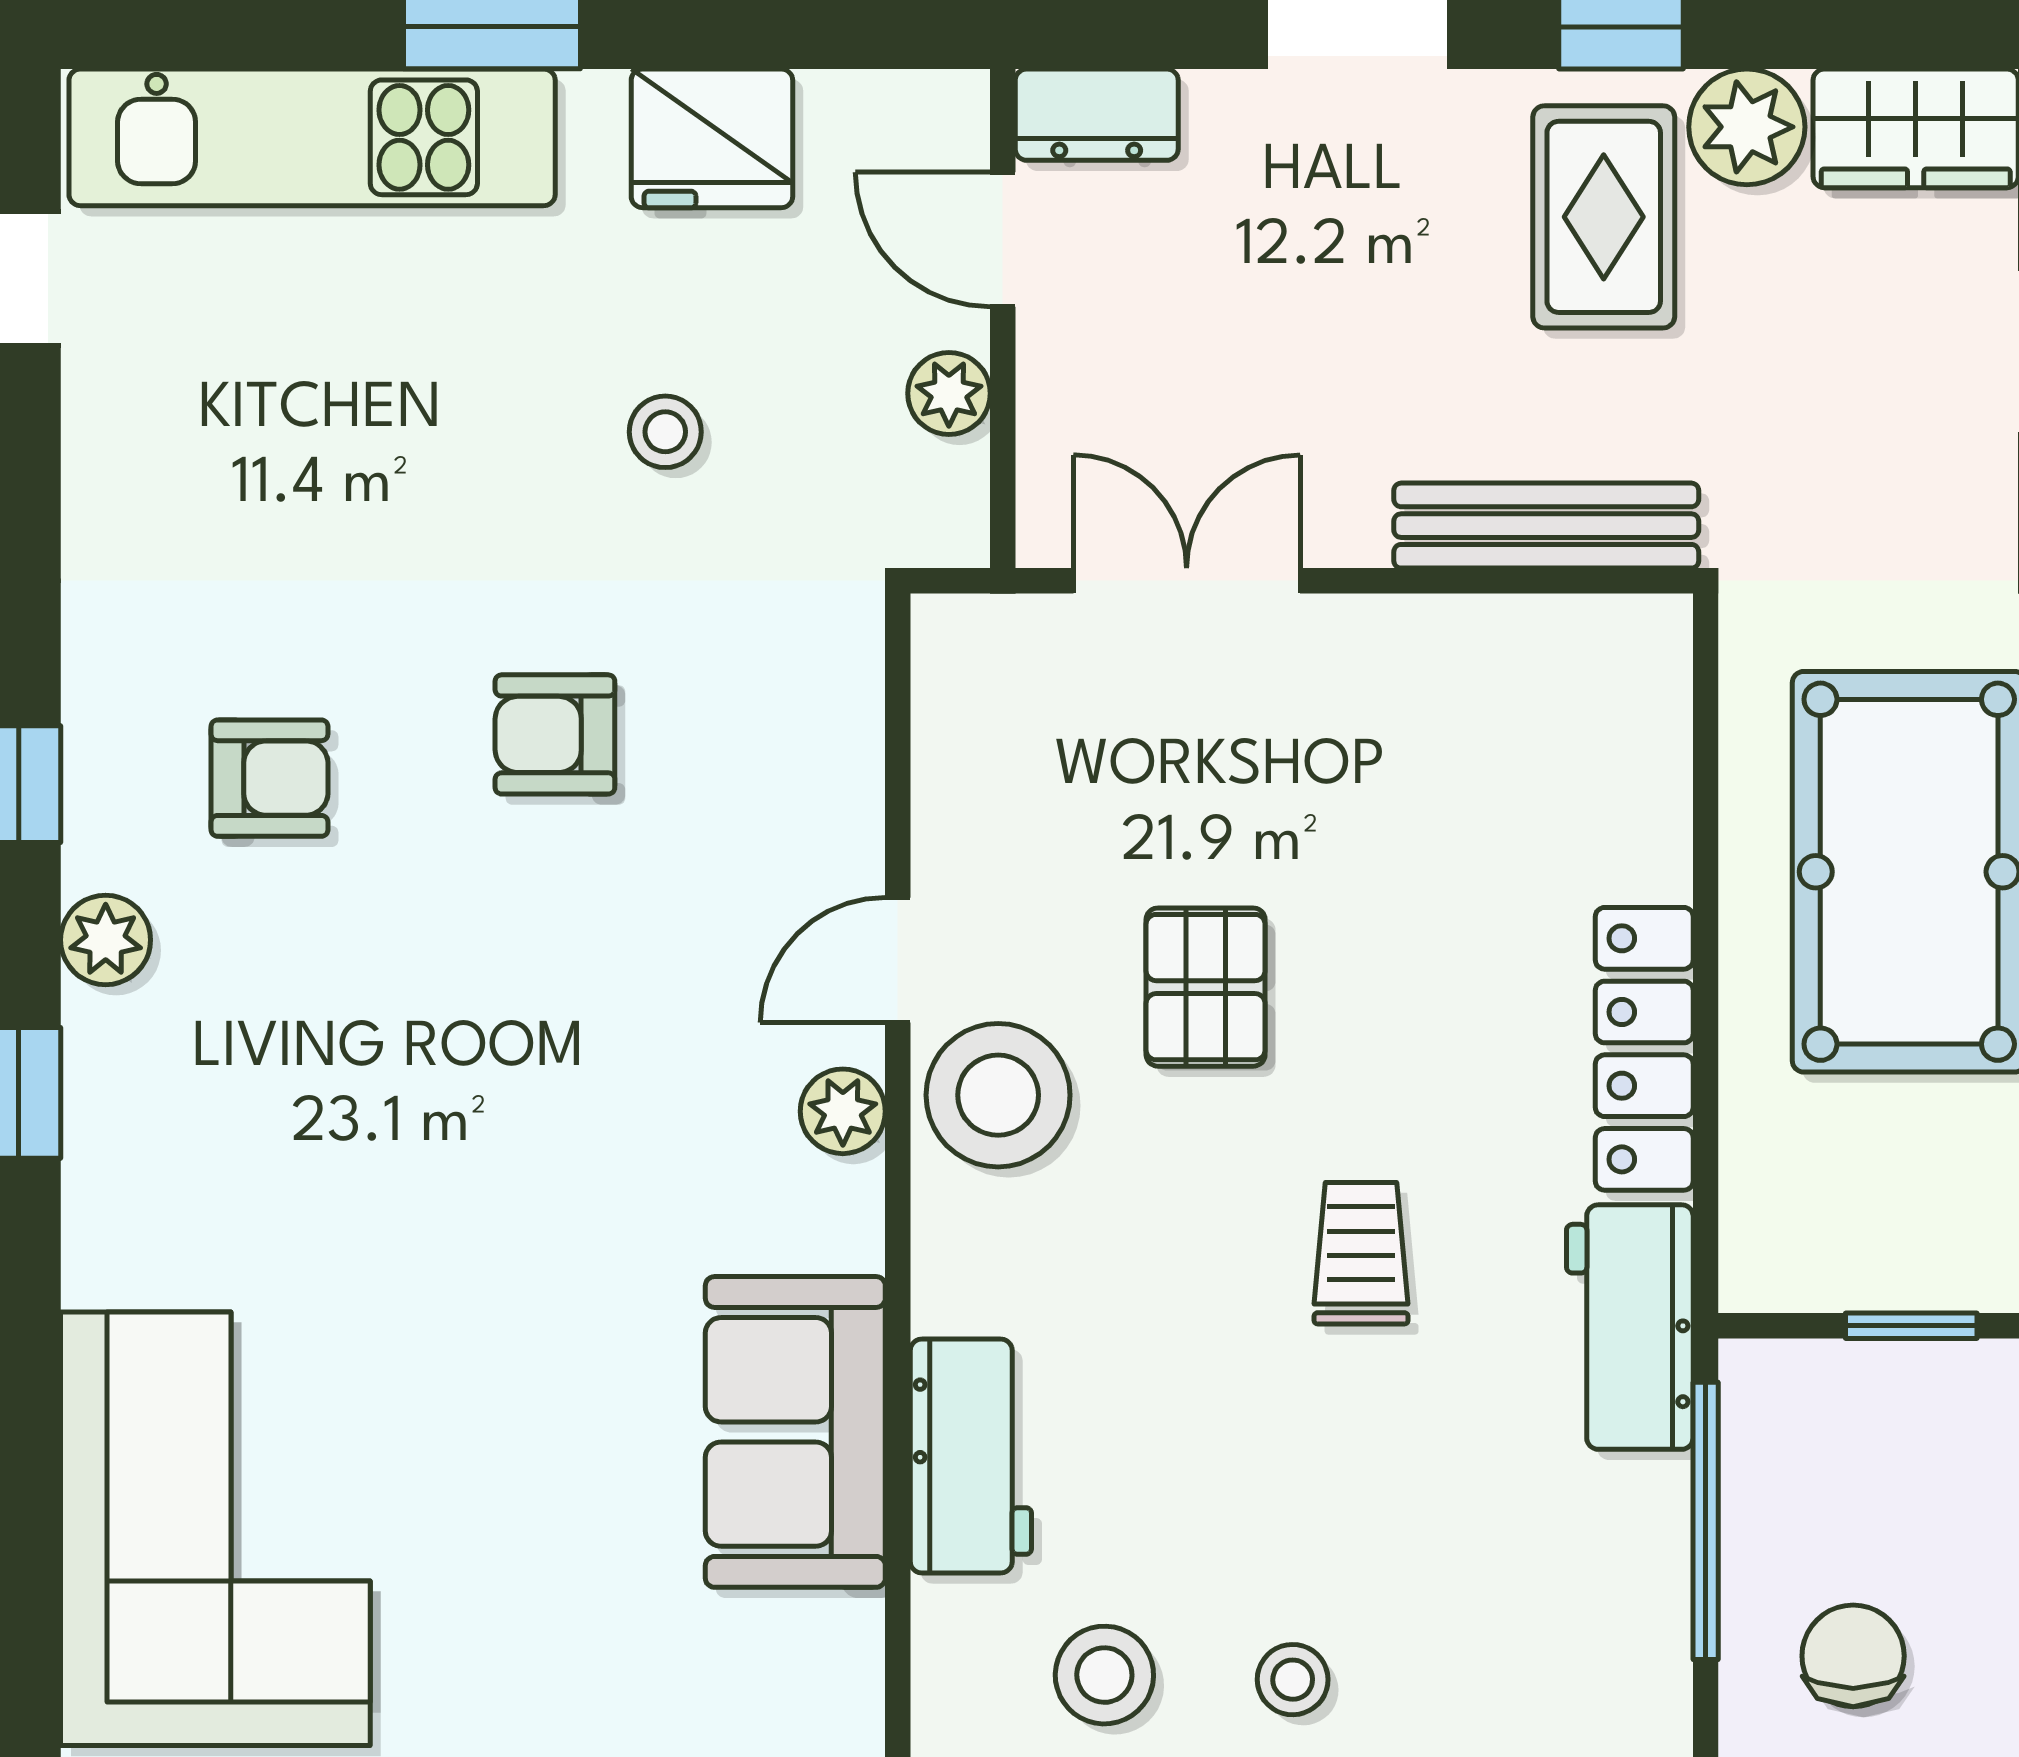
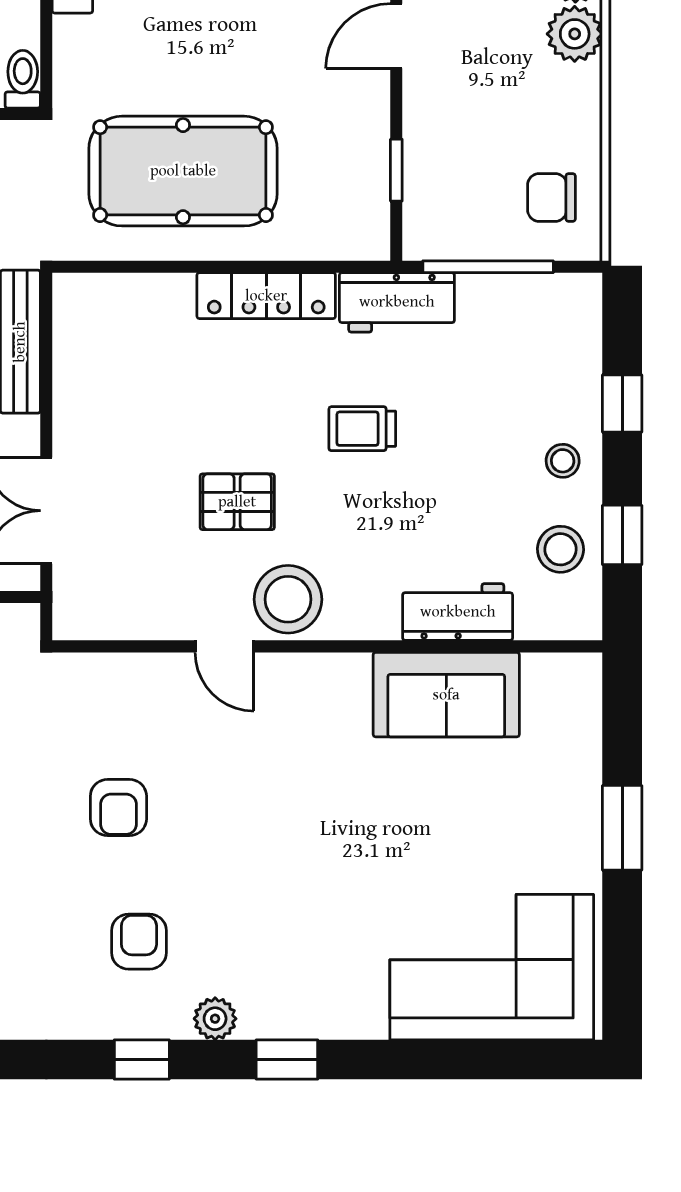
plant: (843, 1111) -> (296, 672), removed

